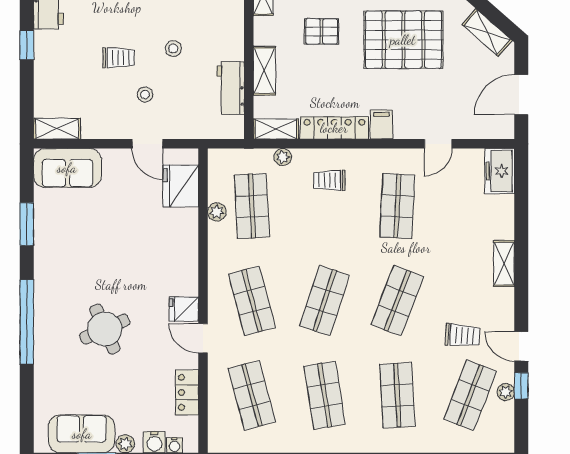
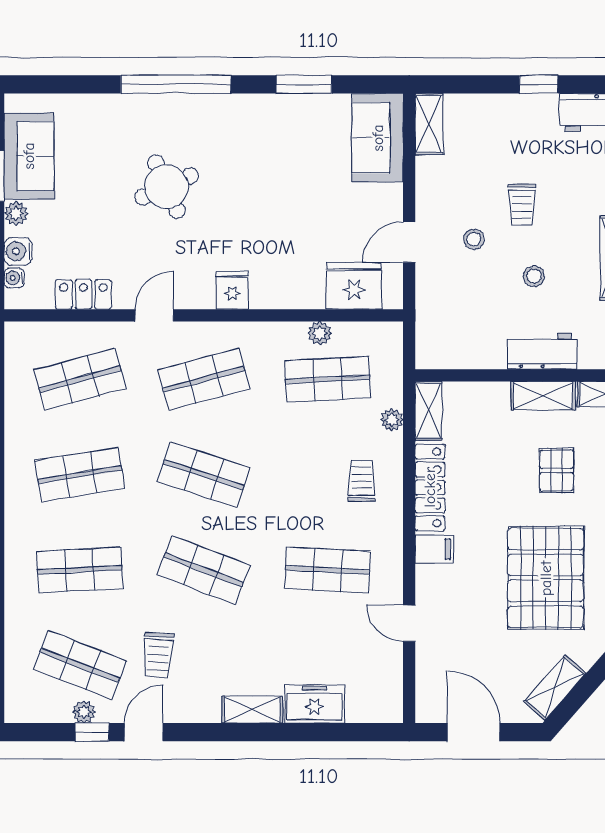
shelving: (264, 71) -> (543, 396), moved
workbench: (231, 88) -> (542, 351), moved
freezer: (500, 171) -> (315, 704), moved
fridge: (184, 309) -> (232, 290), moved

